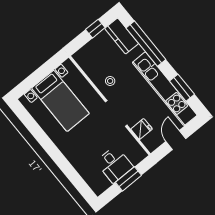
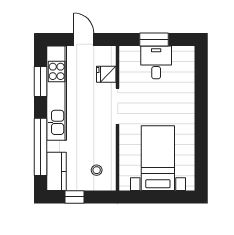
stool: (110, 81) -> (97, 170), moved
door: (176, 140) -> (84, 39), swing flipped

